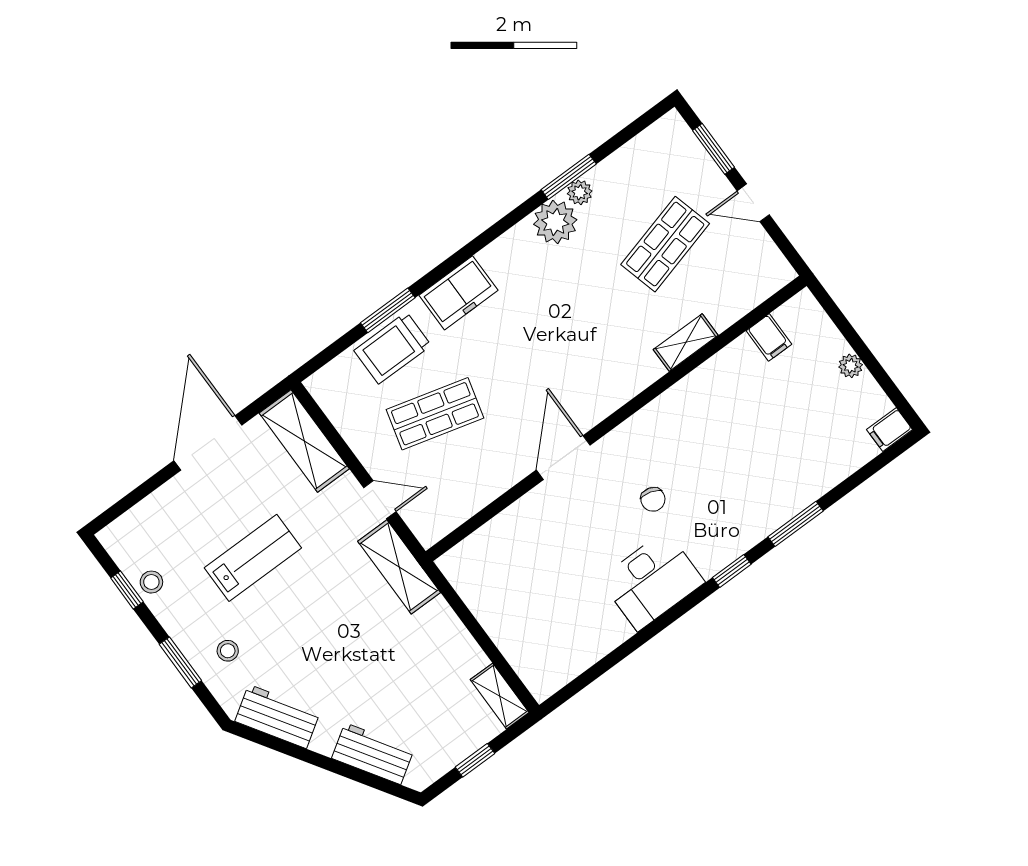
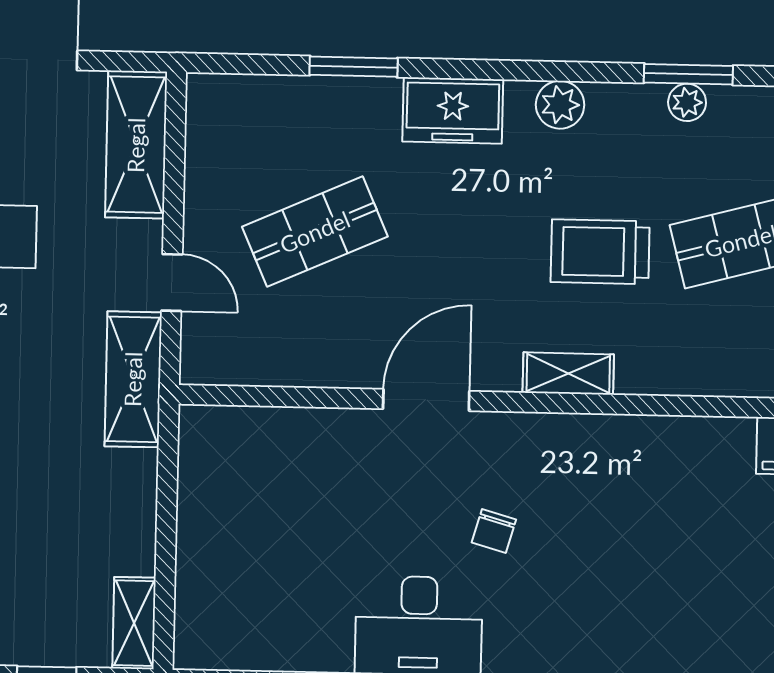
plant: (555, 222) -> (560, 105), moved, width x0.73, depth x0.73
shelving: (686, 342) -> (568, 374), moved
trolley: (393, 348) -> (600, 252), moved
shop shelf: (435, 414) -> (315, 232), turned -39

